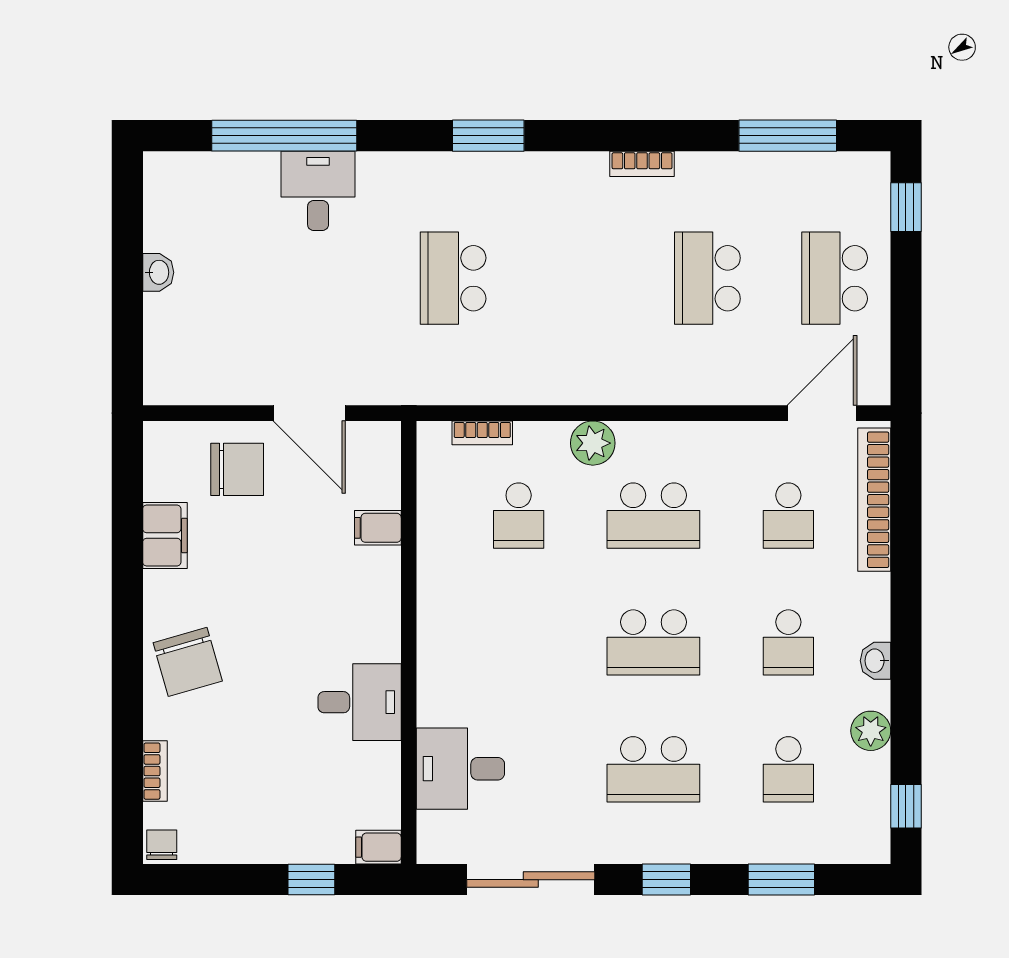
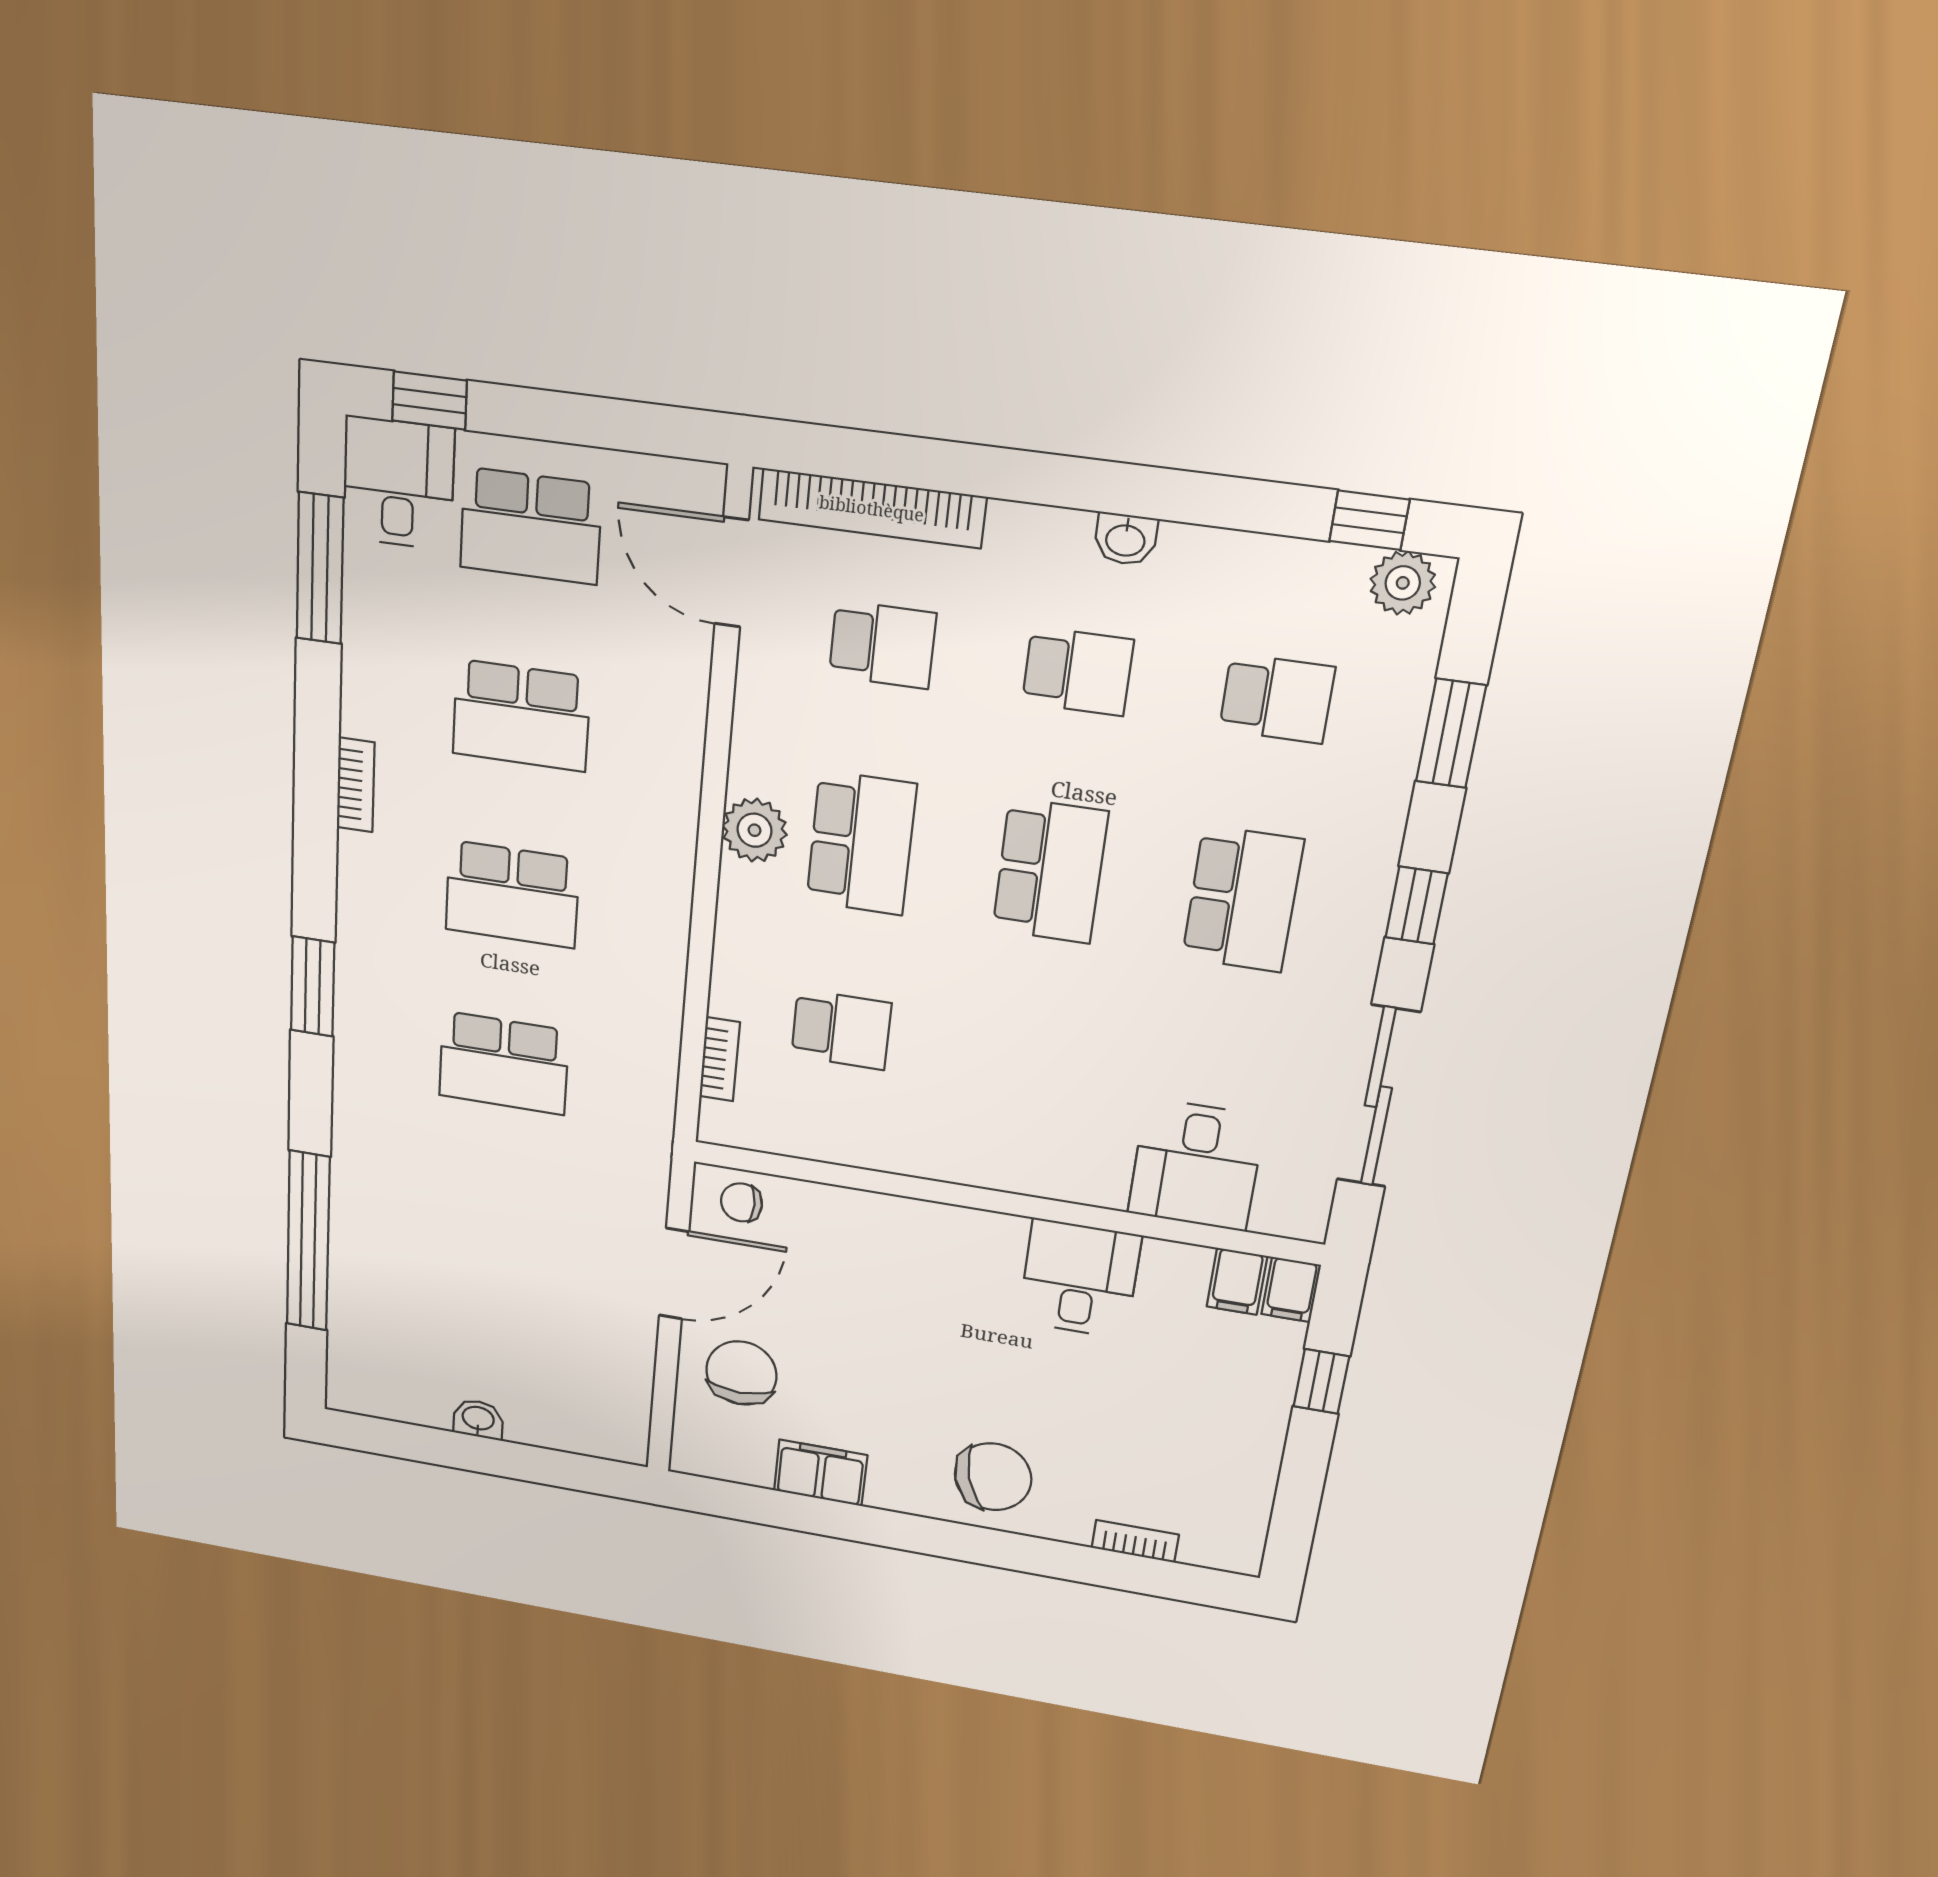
desk: (318, 191) -> (398, 483), moved, turned 90
school desk: (580, 278) -> (512, 894), added
plant: (593, 443) -> (755, 830), moved
filing cabinet: (378, 528) -> (1237, 1281), moved
plant: (871, 731) -> (1403, 583), moved
chair: (162, 845) -> (742, 1202), moved

